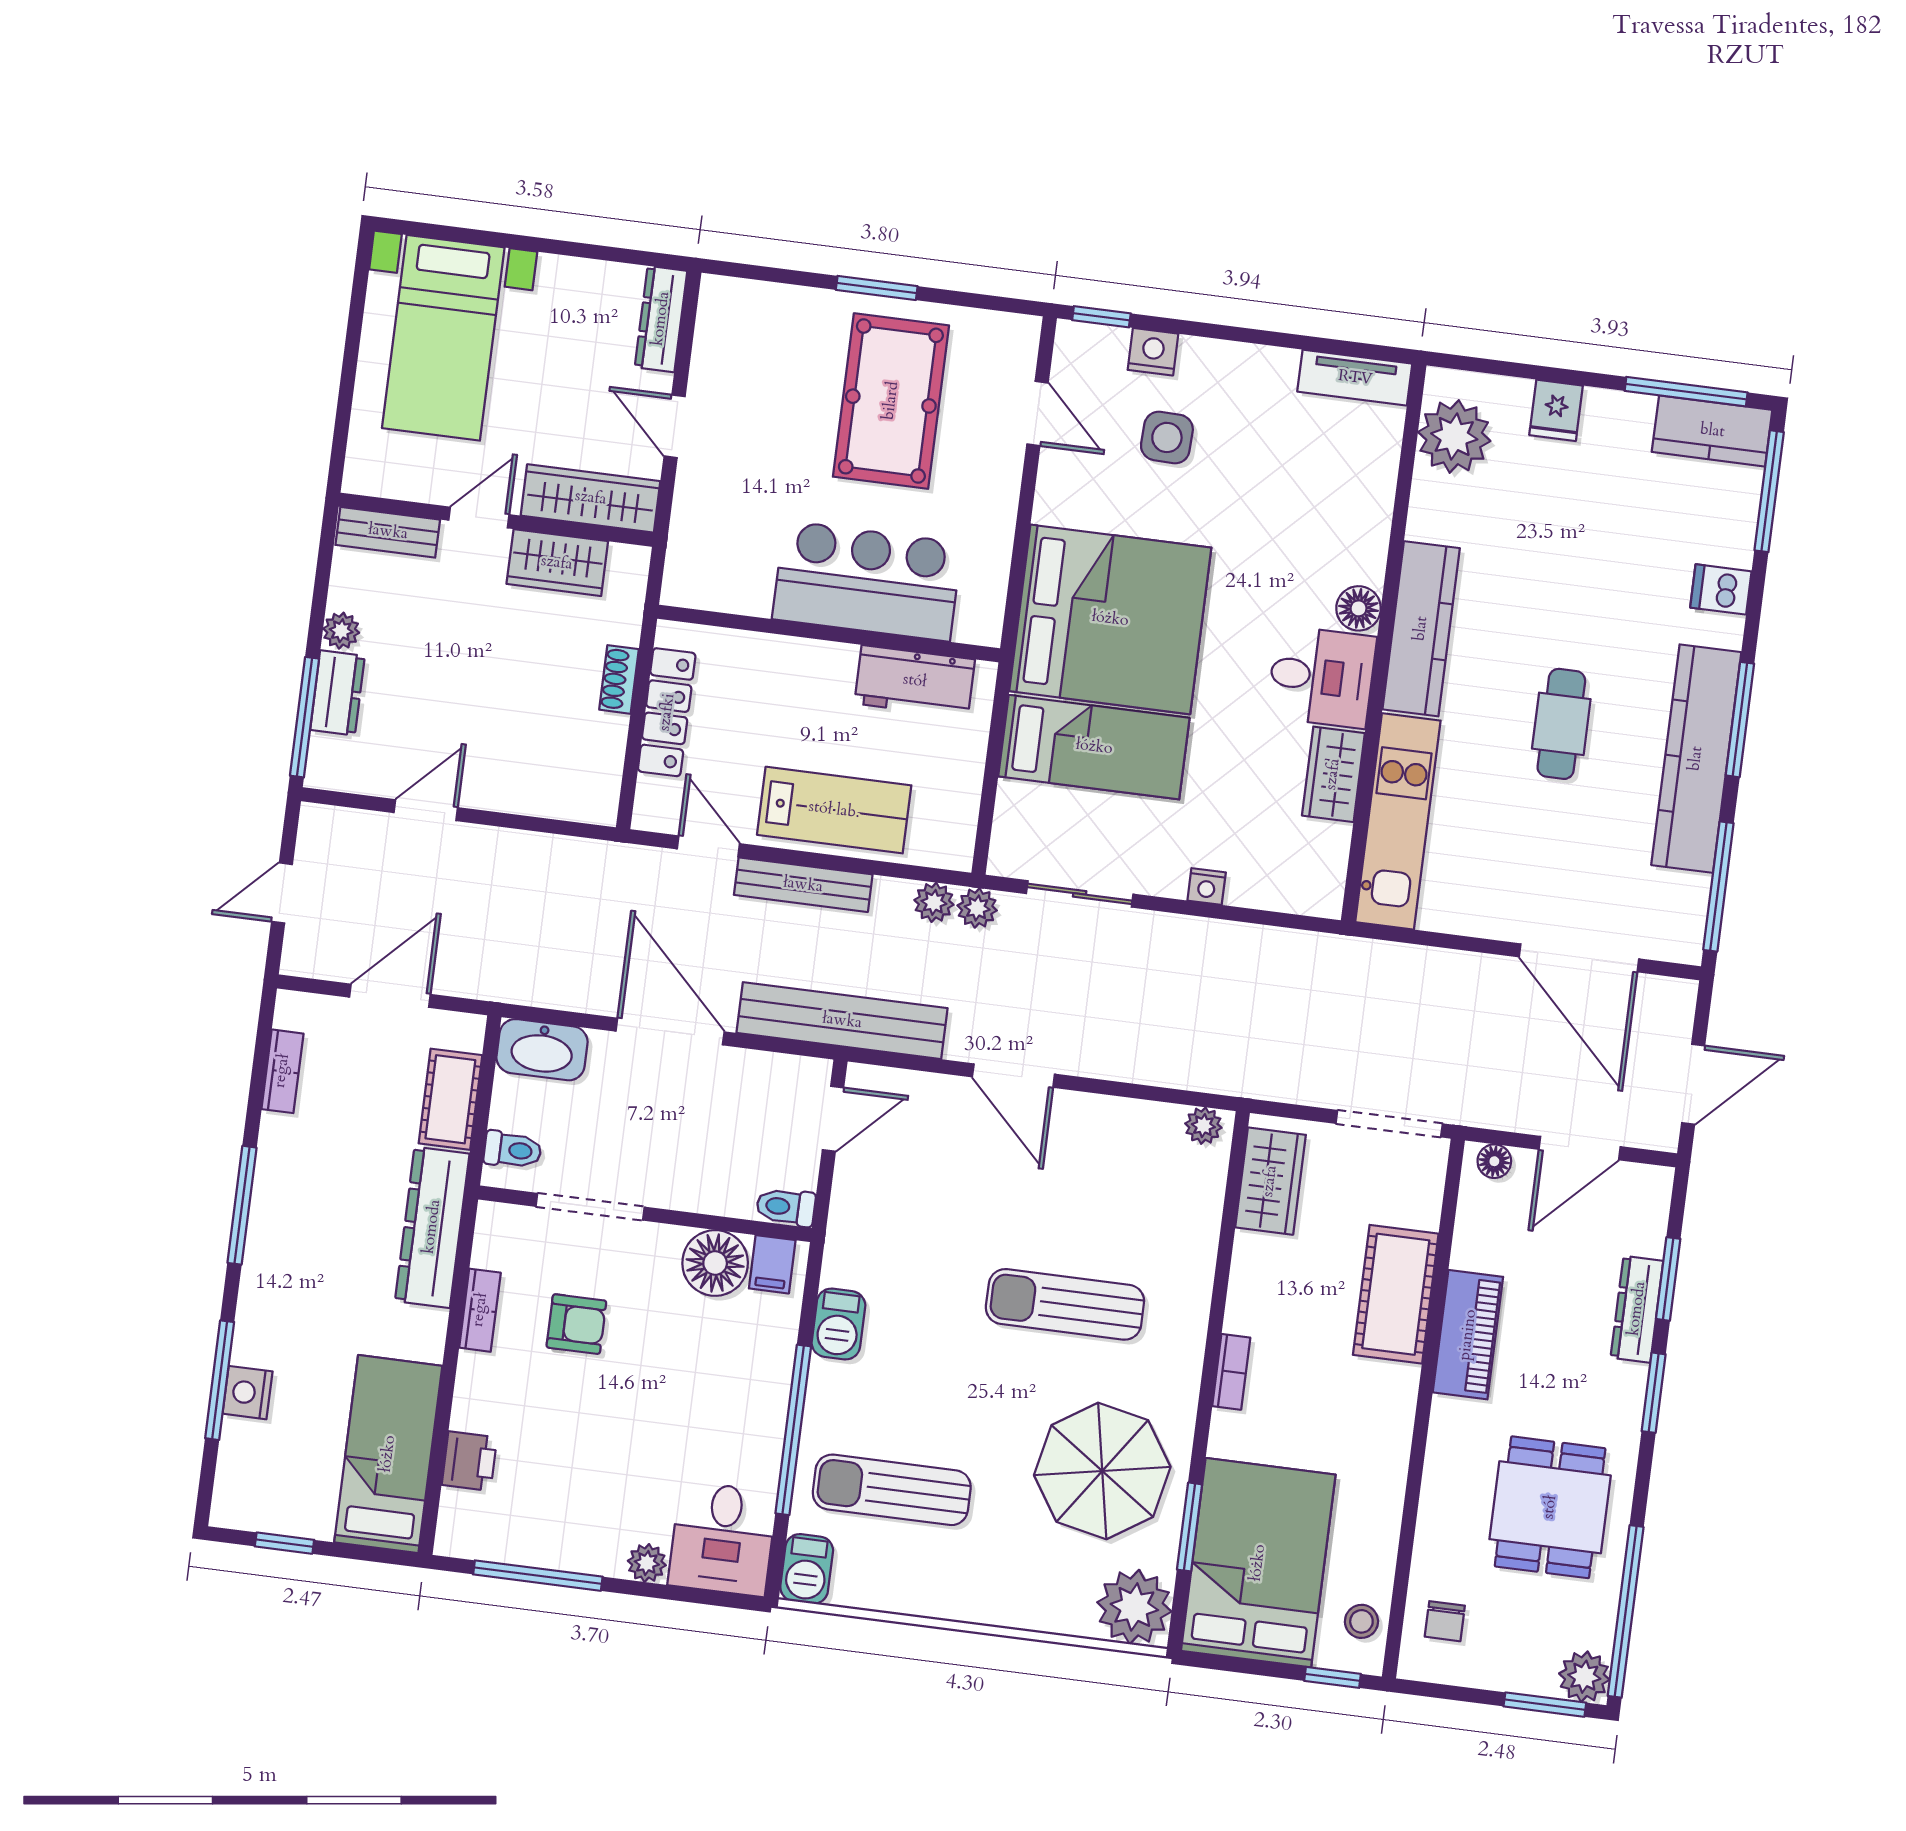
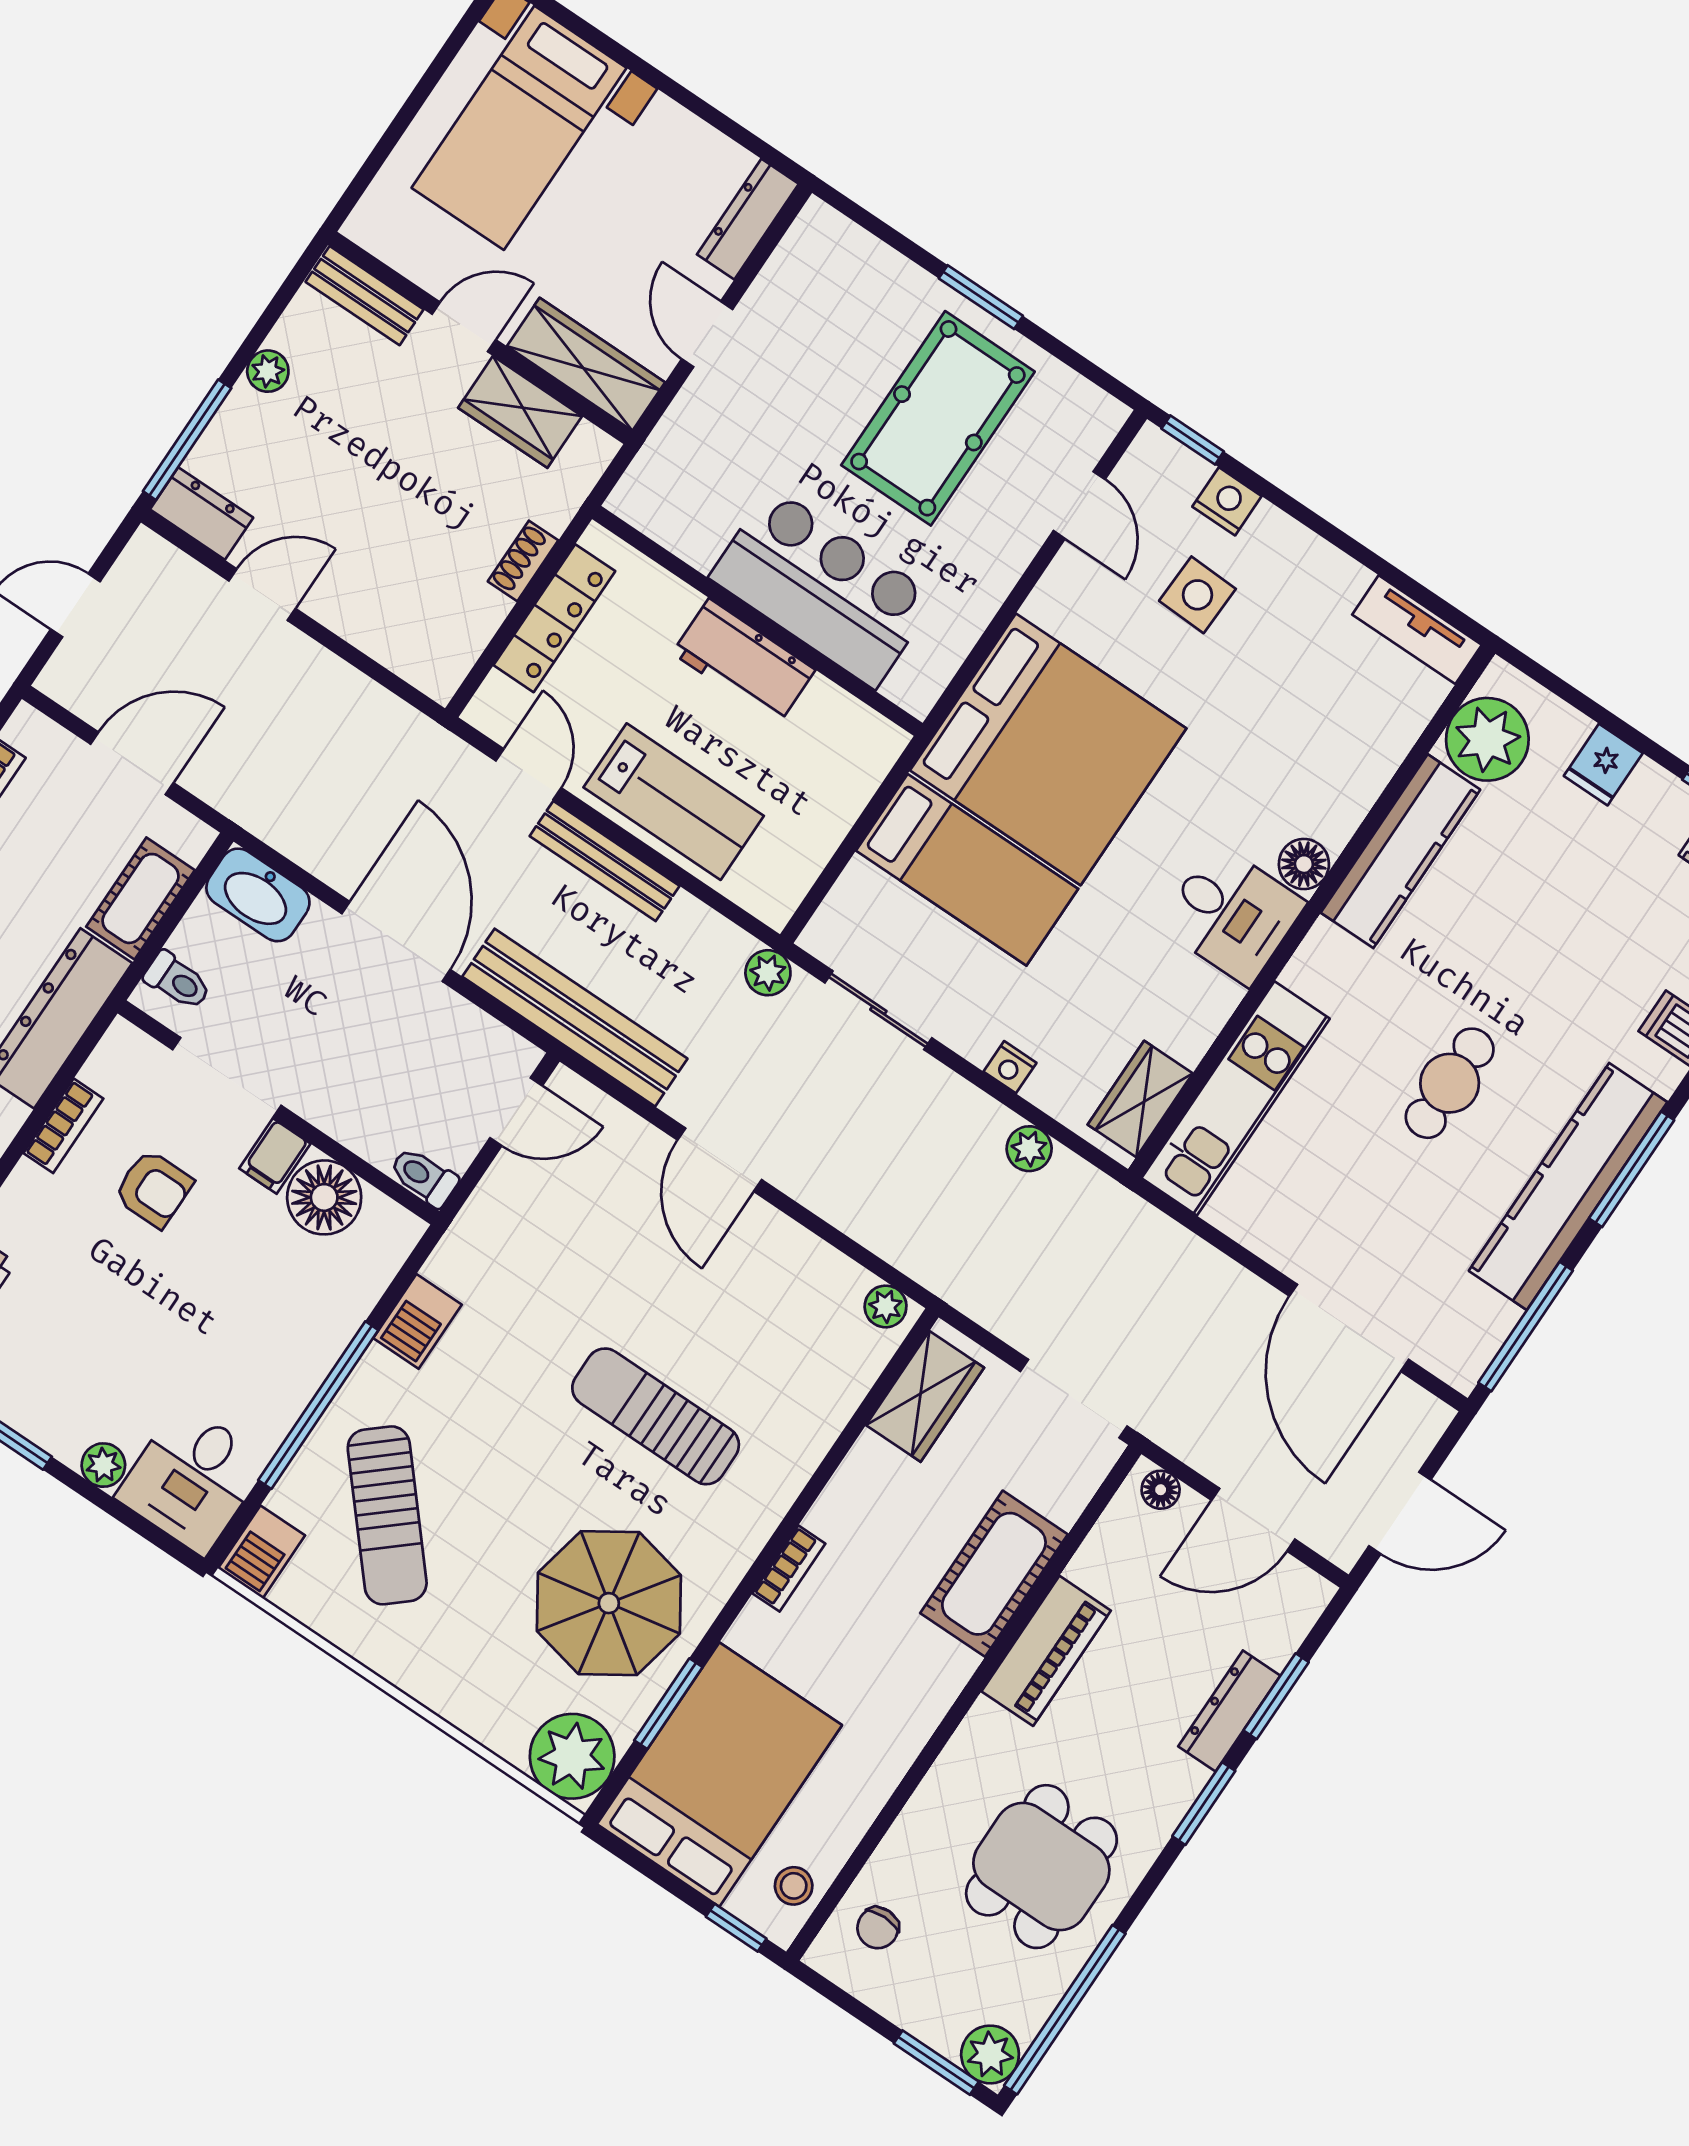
kitchen counter: (1421, 629) -> (1400, 851), moved
workbench: (915, 681) -> (744, 661), moved
dresser: (338, 693) -> (202, 513), moved, turned -90
wardrobe: (1333, 774) -> (1140, 1099), moved
plant: (934, 902) -> (1029, 1149), moved
filing cabinet: (772, 1264) -> (275, 1156), moved
sun lounger: (892, 1490) -> (387, 1515), turned -131

